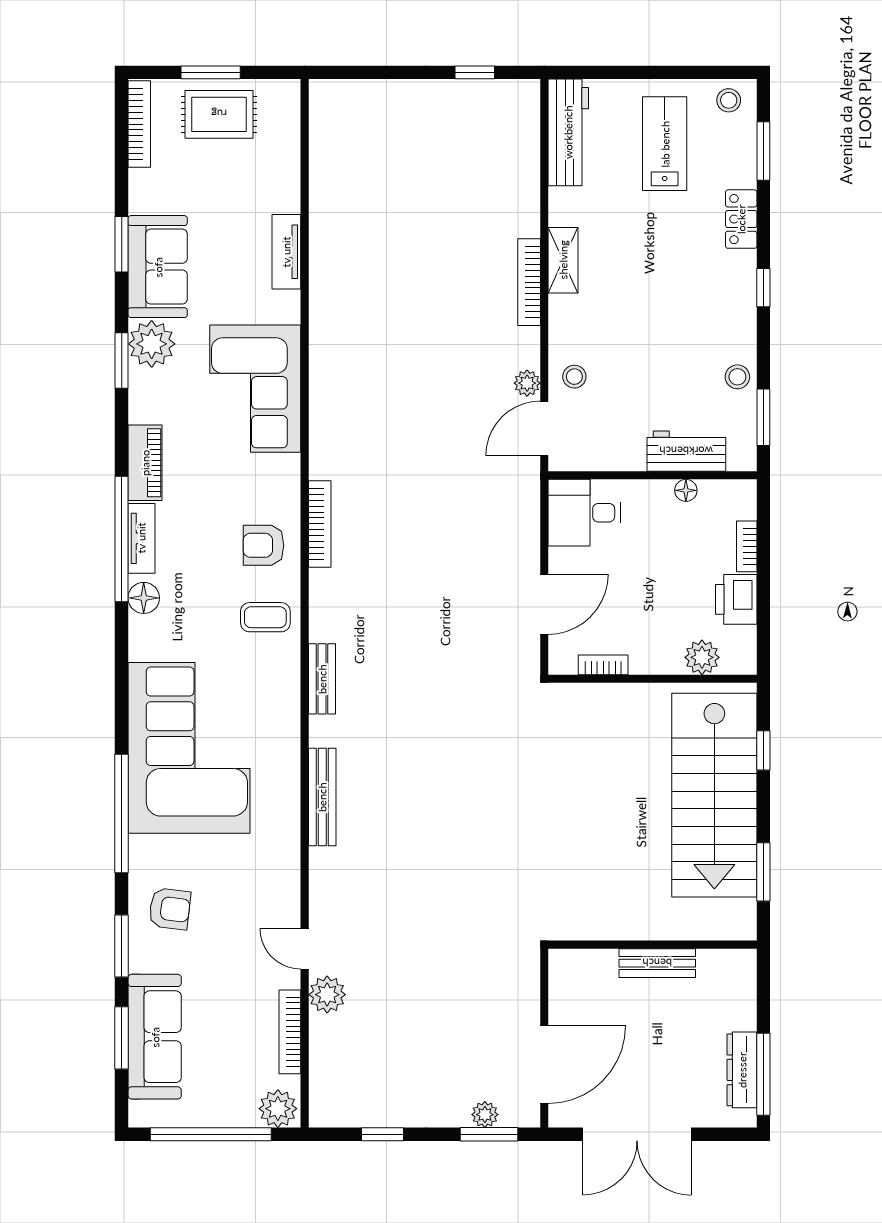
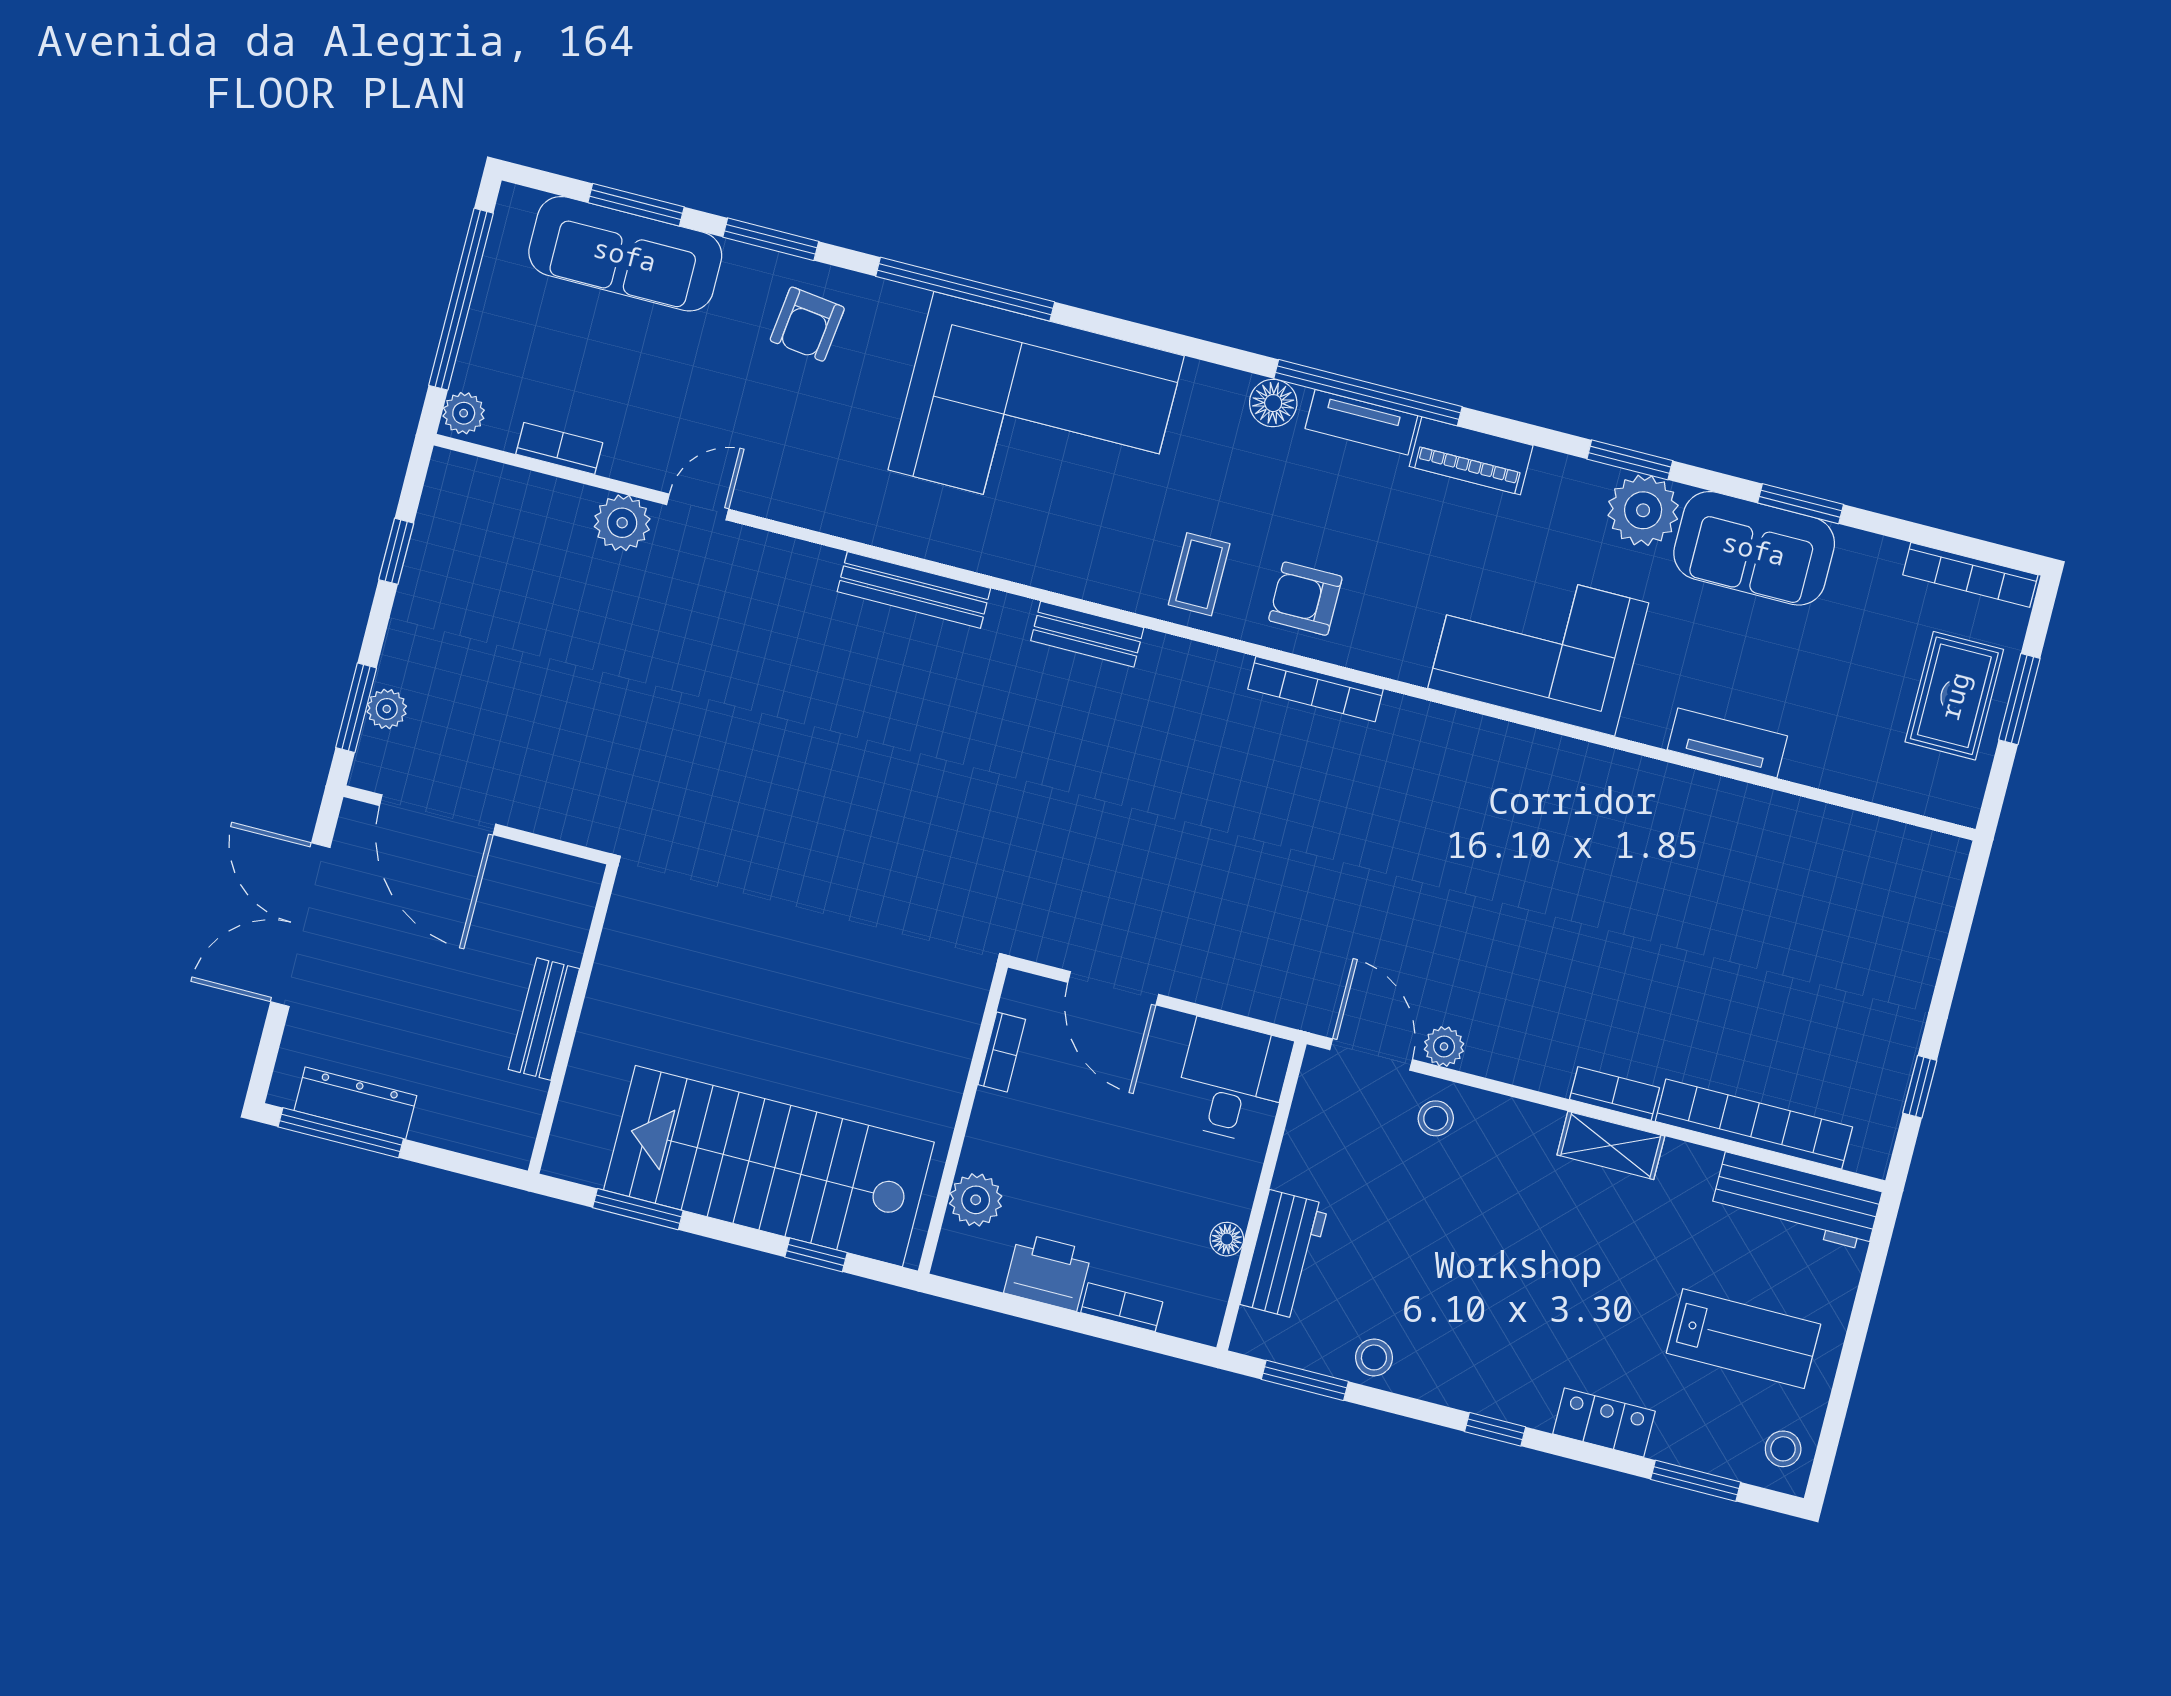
bookcase: (526, 172) -> (1754, 1124), added
bookcase: (529, 282) -> (1615, 1093), width x0.64
armchair: (263, 545) -> (1305, 599), turned -90
bookcase: (290, 1032) -> (559, 448), width x0.64
plant: (278, 1109) -> (464, 413), width x0.73, depth x0.73

